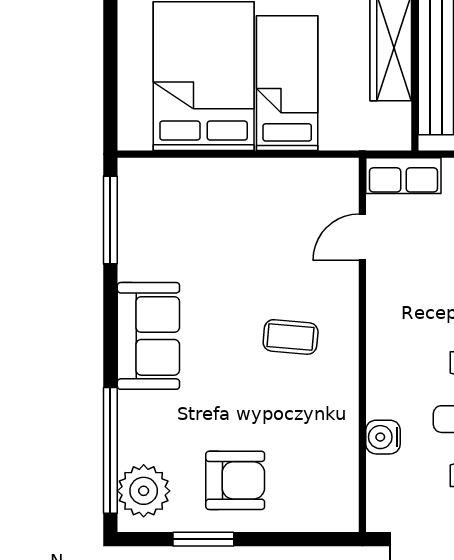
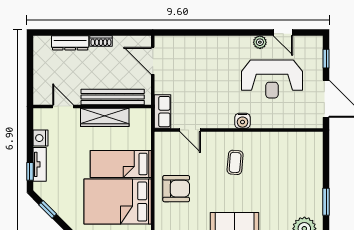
water cooler: (383, 437) -> (243, 121), moved
armchair: (235, 480) -> (176, 189), moved, turned 90

